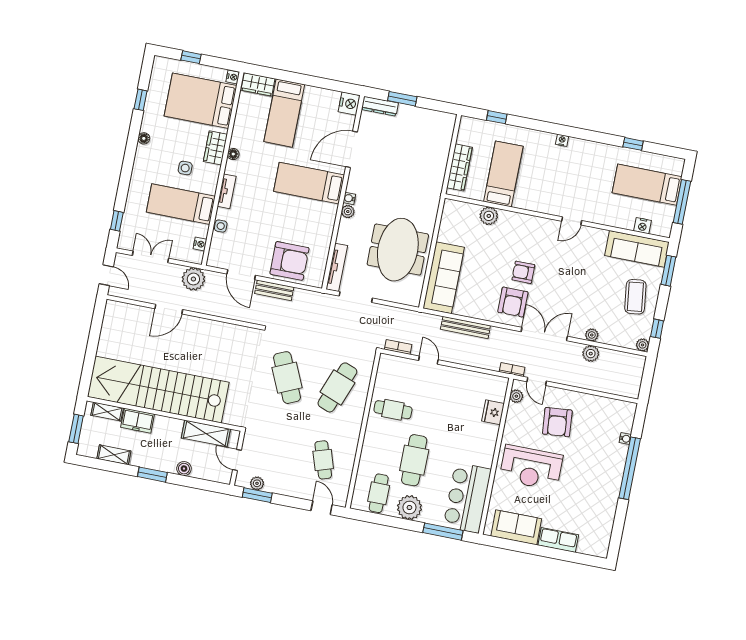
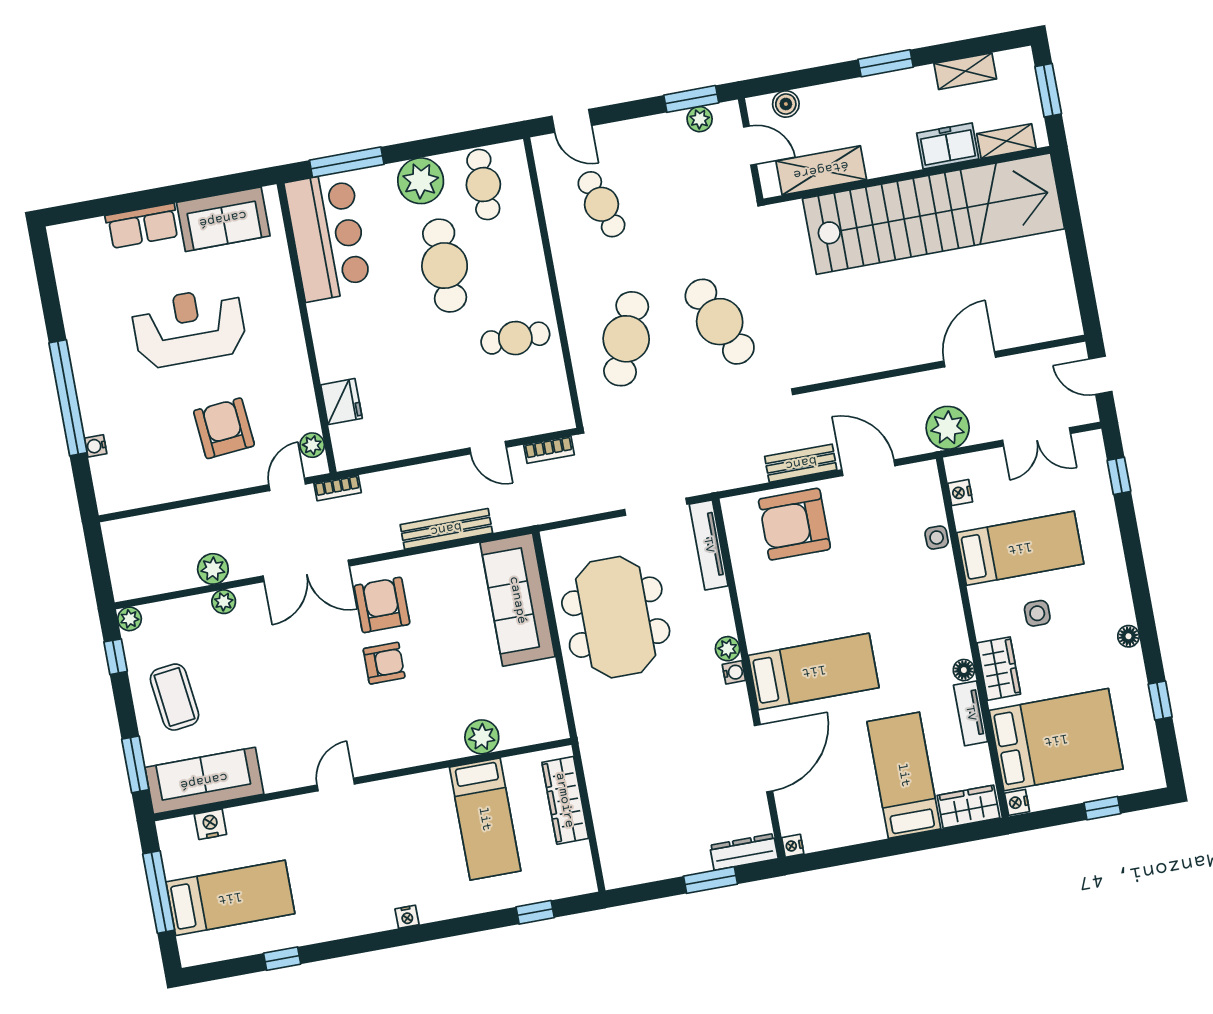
nightstand: (349, 104) -> (793, 846), width x0.53, depth x0.56
tv unit: (227, 191) -> (971, 713), moved
door: (537, 381) -> (287, 484), hinge flipped
reception desk: (531, 467) -> (189, 327), moved
boiler: (184, 469) -> (786, 104), moved

